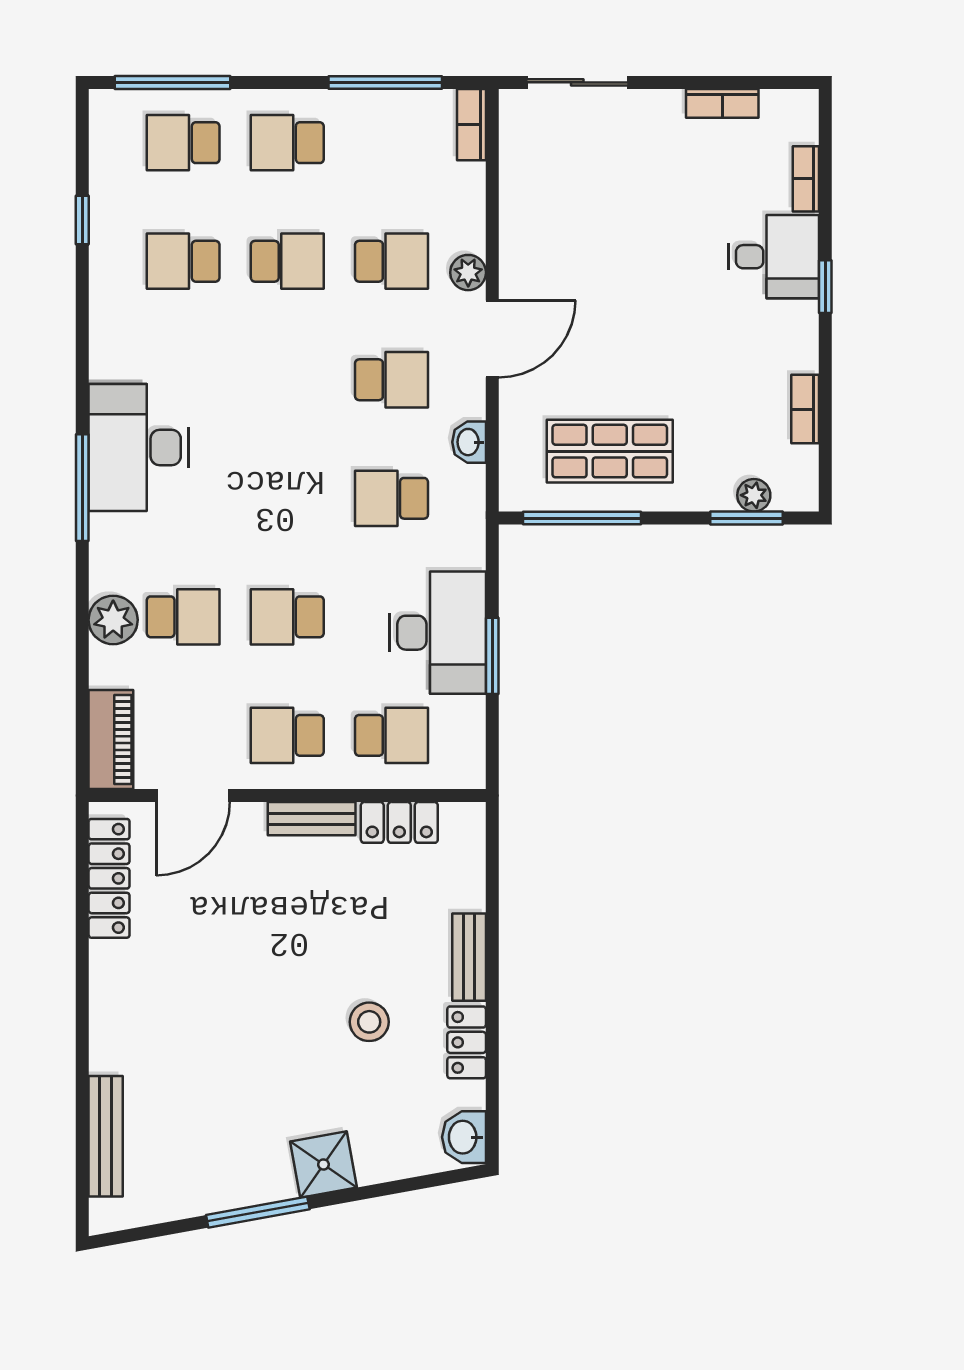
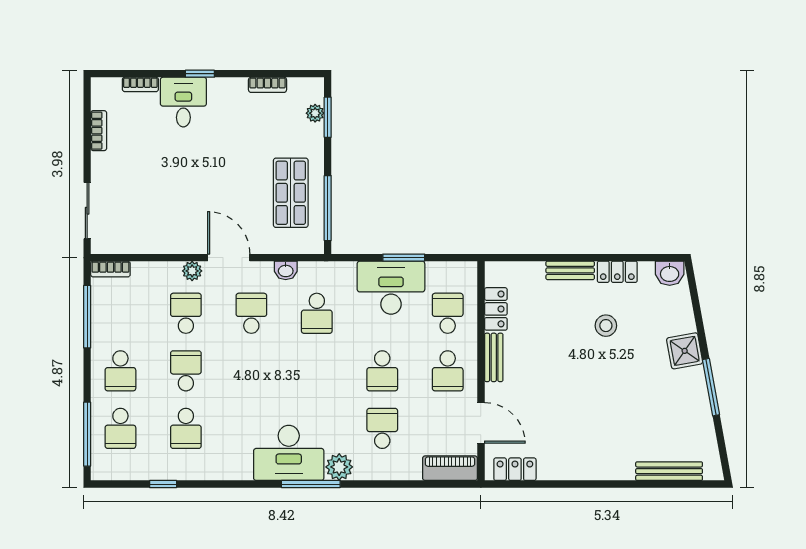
plant: (113, 620) -> (339, 467), moved
locker: (109, 878) -> (515, 469), width x0.66

